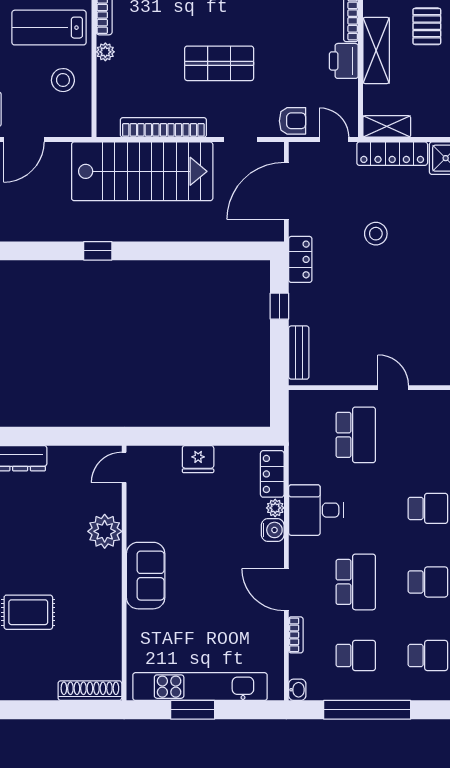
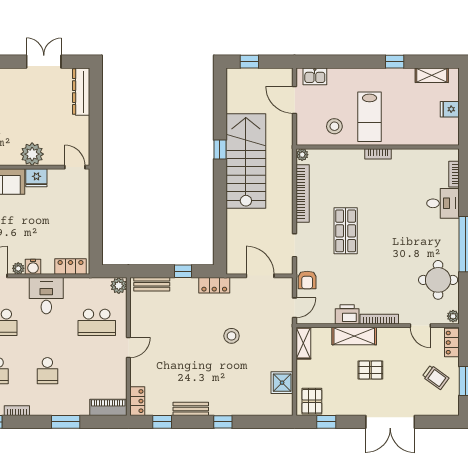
lab bench: (49, 28) -> (370, 117), turned 180
plant: (105, 52) -> (302, 155), moved
locker: (392, 154) -> (285, 347), removed
stairs: (142, 171) -> (246, 161), moved, turned 180
door: (286, 191) -> (260, 276), width x0.73
plant: (301, 402) -> (119, 286), added
fridge: (198, 459) -> (36, 178), moved, turned -90
plant: (275, 508) -> (18, 268), moved

